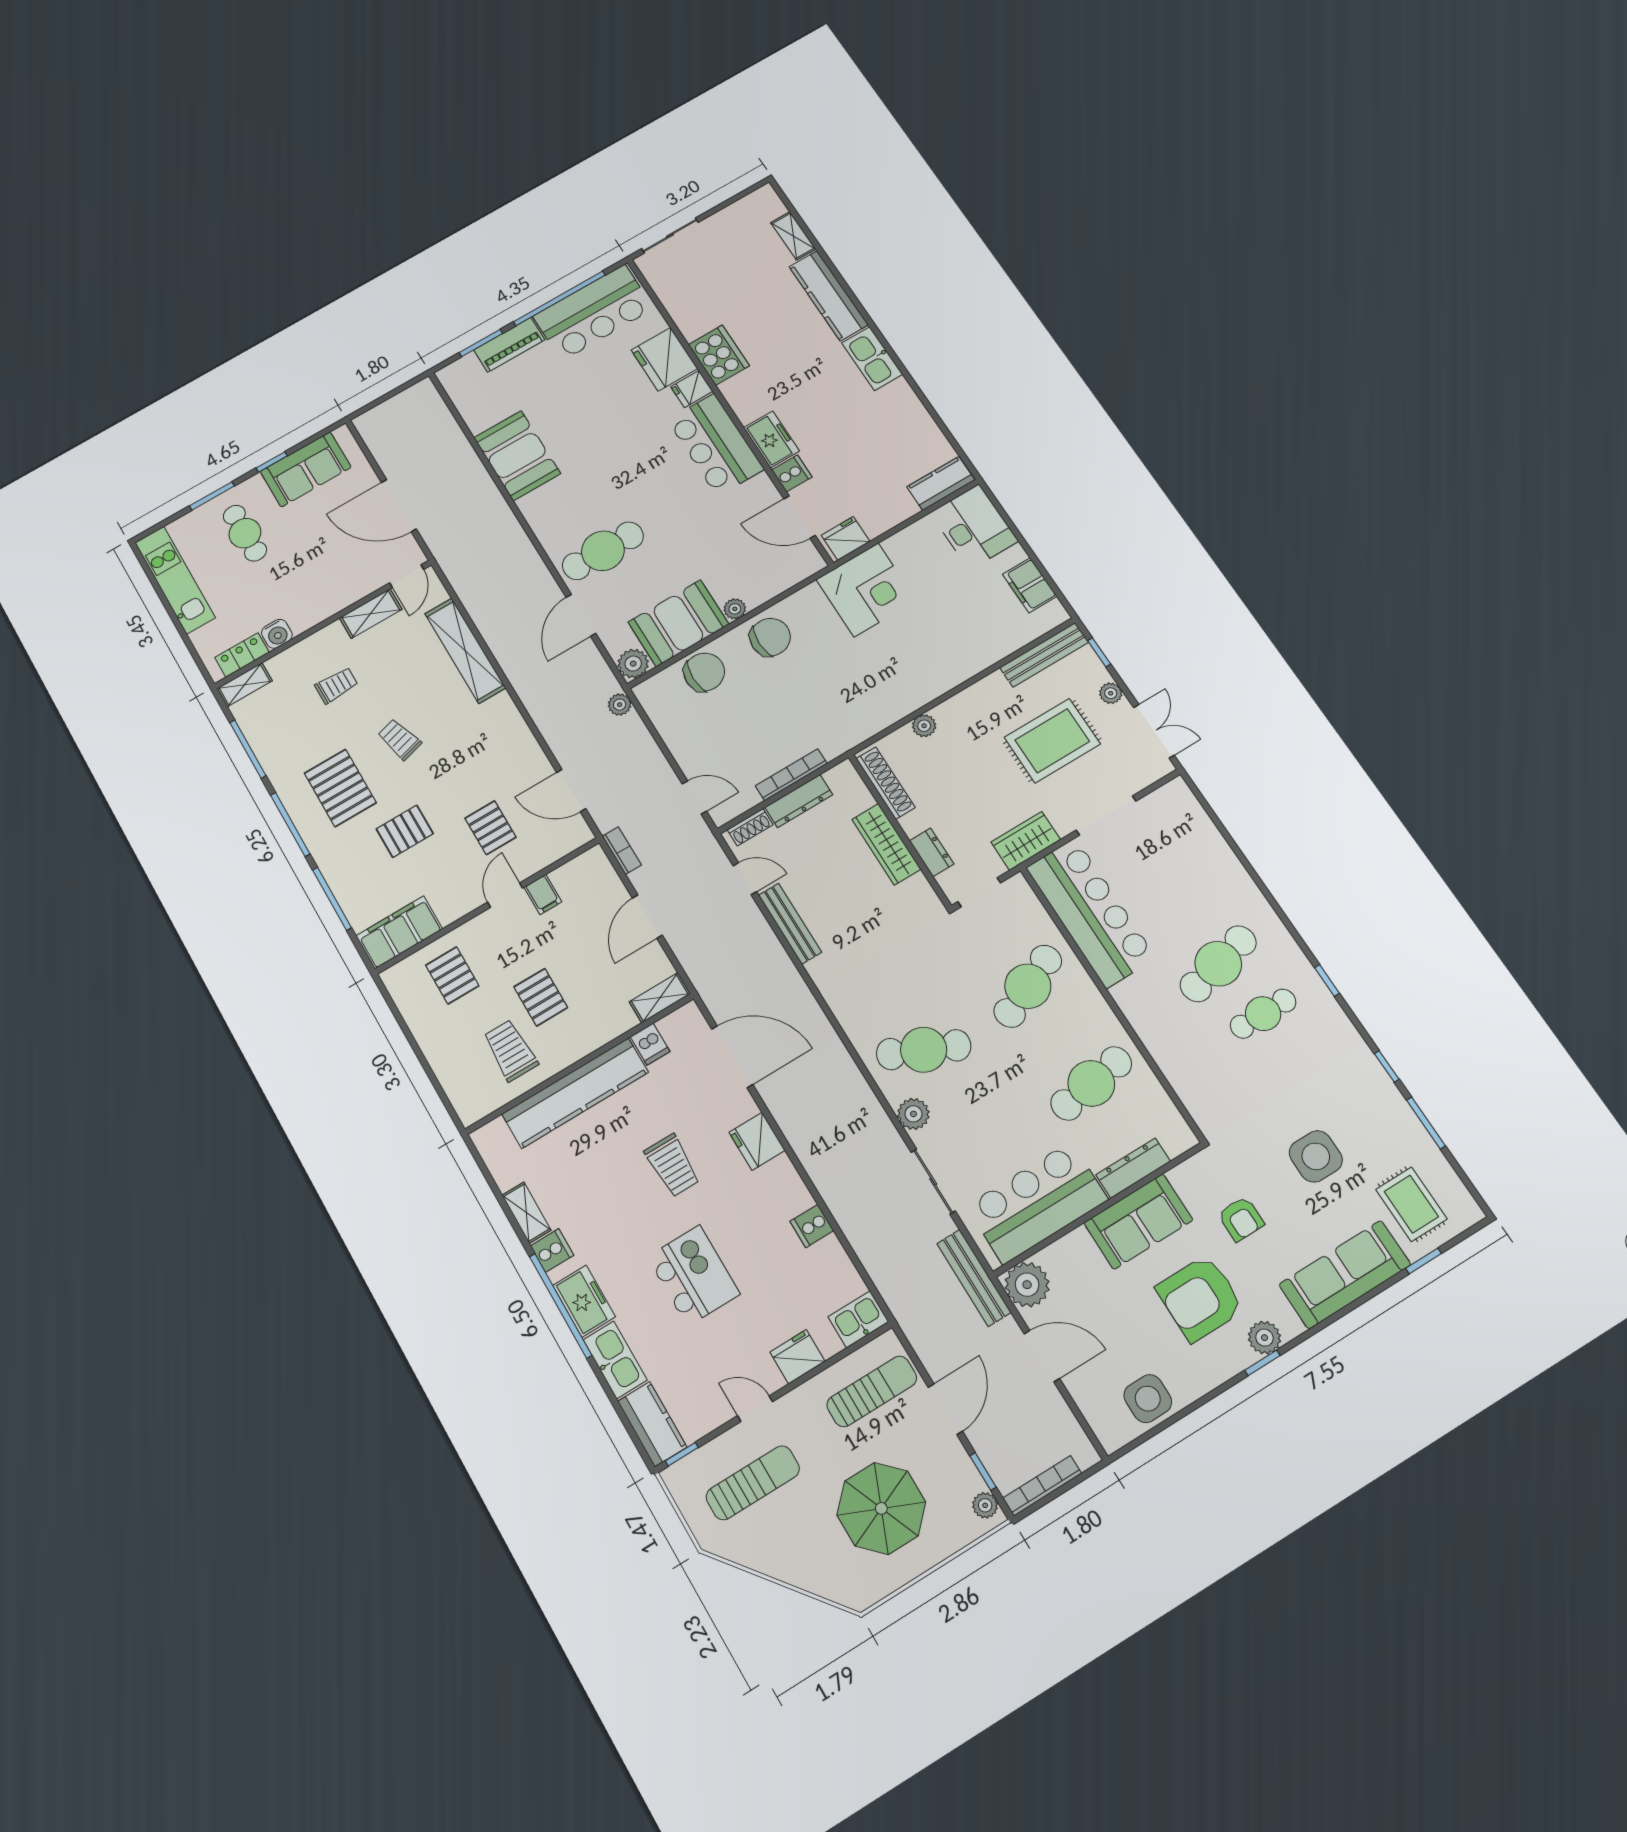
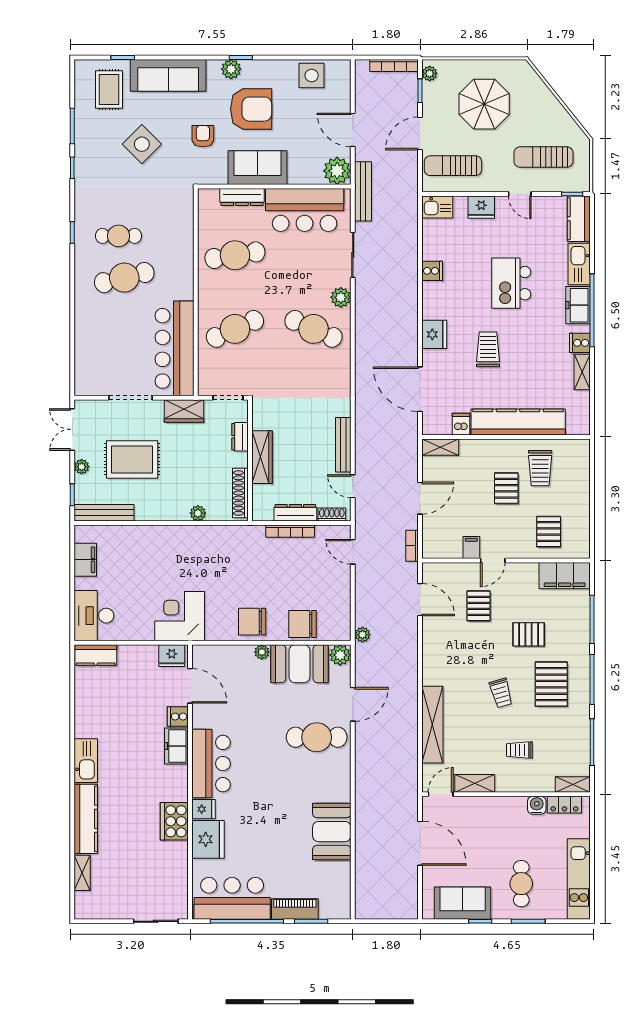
side table: (1316, 1156) -> (142, 144), turned 45

